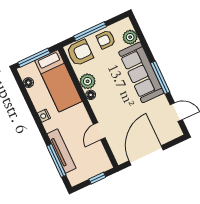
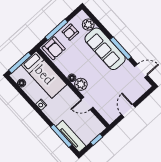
armchair: (80, 53) -> (54, 48), turned 90
plant: (88, 81) -> (81, 84), moved
door: (99, 131) -> (87, 103), hinge flipped
tv unit: (61, 151) -> (71, 136), moved
door: (146, 155) -> (128, 111), width x0.53

